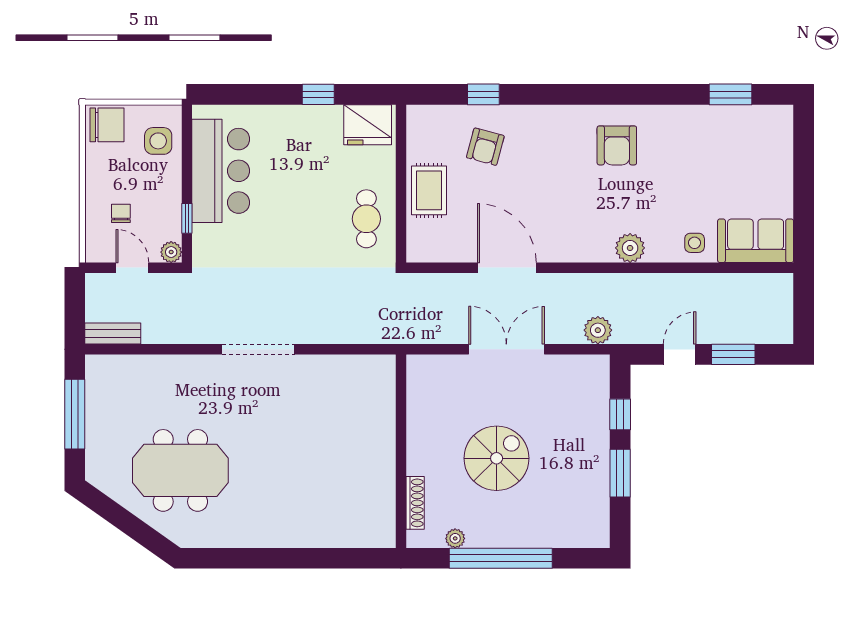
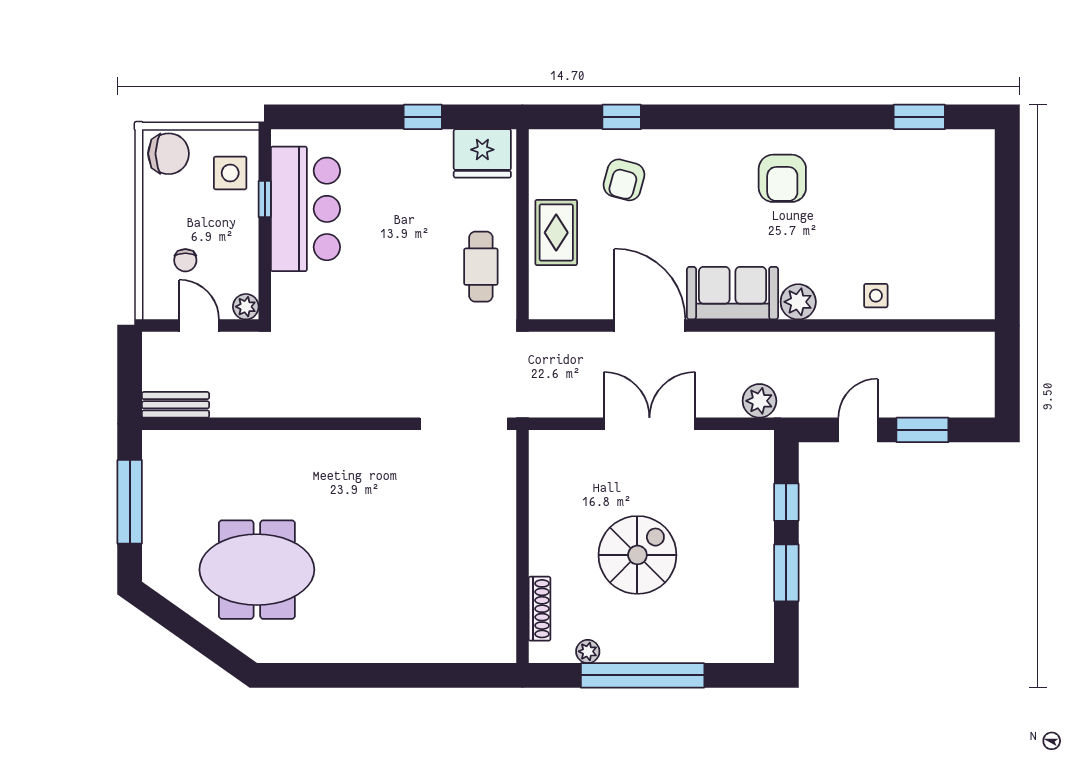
chair: (121, 213) -> (185, 260), turned 180
window: (187, 218) -> (265, 199), moved
sofa: (756, 241) -> (733, 293), moved
doorway: (258, 349) -> (464, 424), moved

